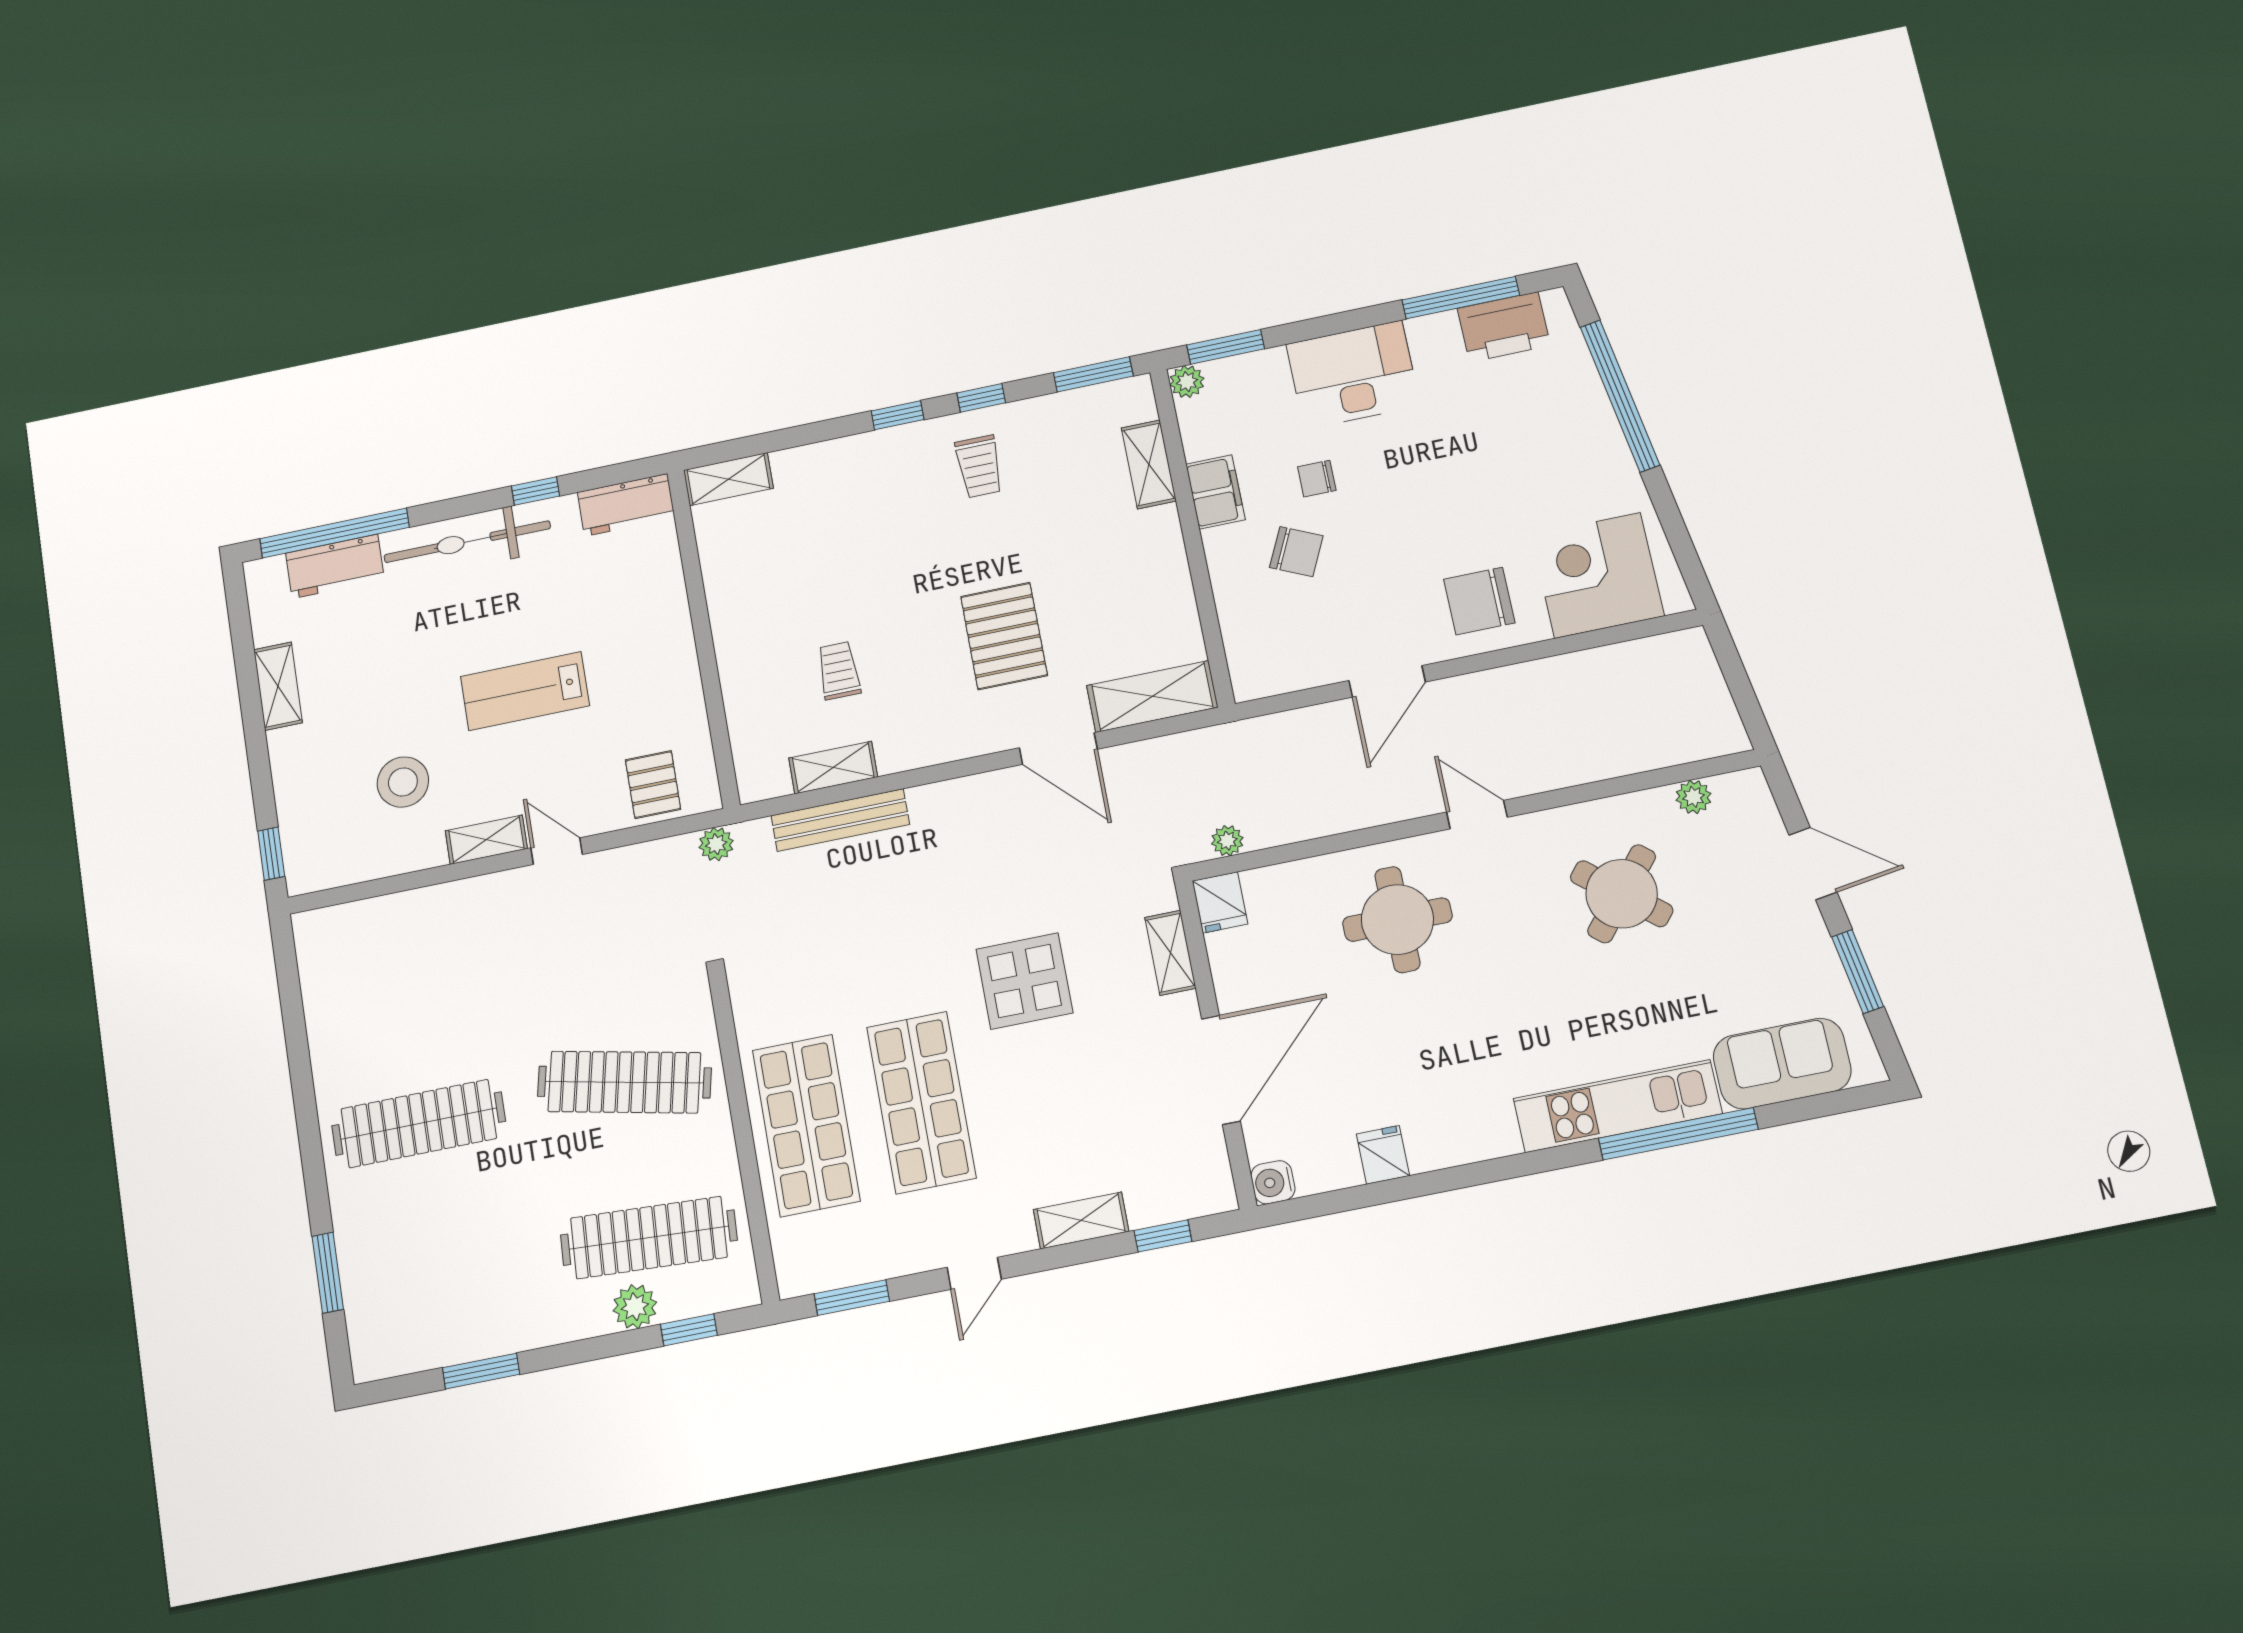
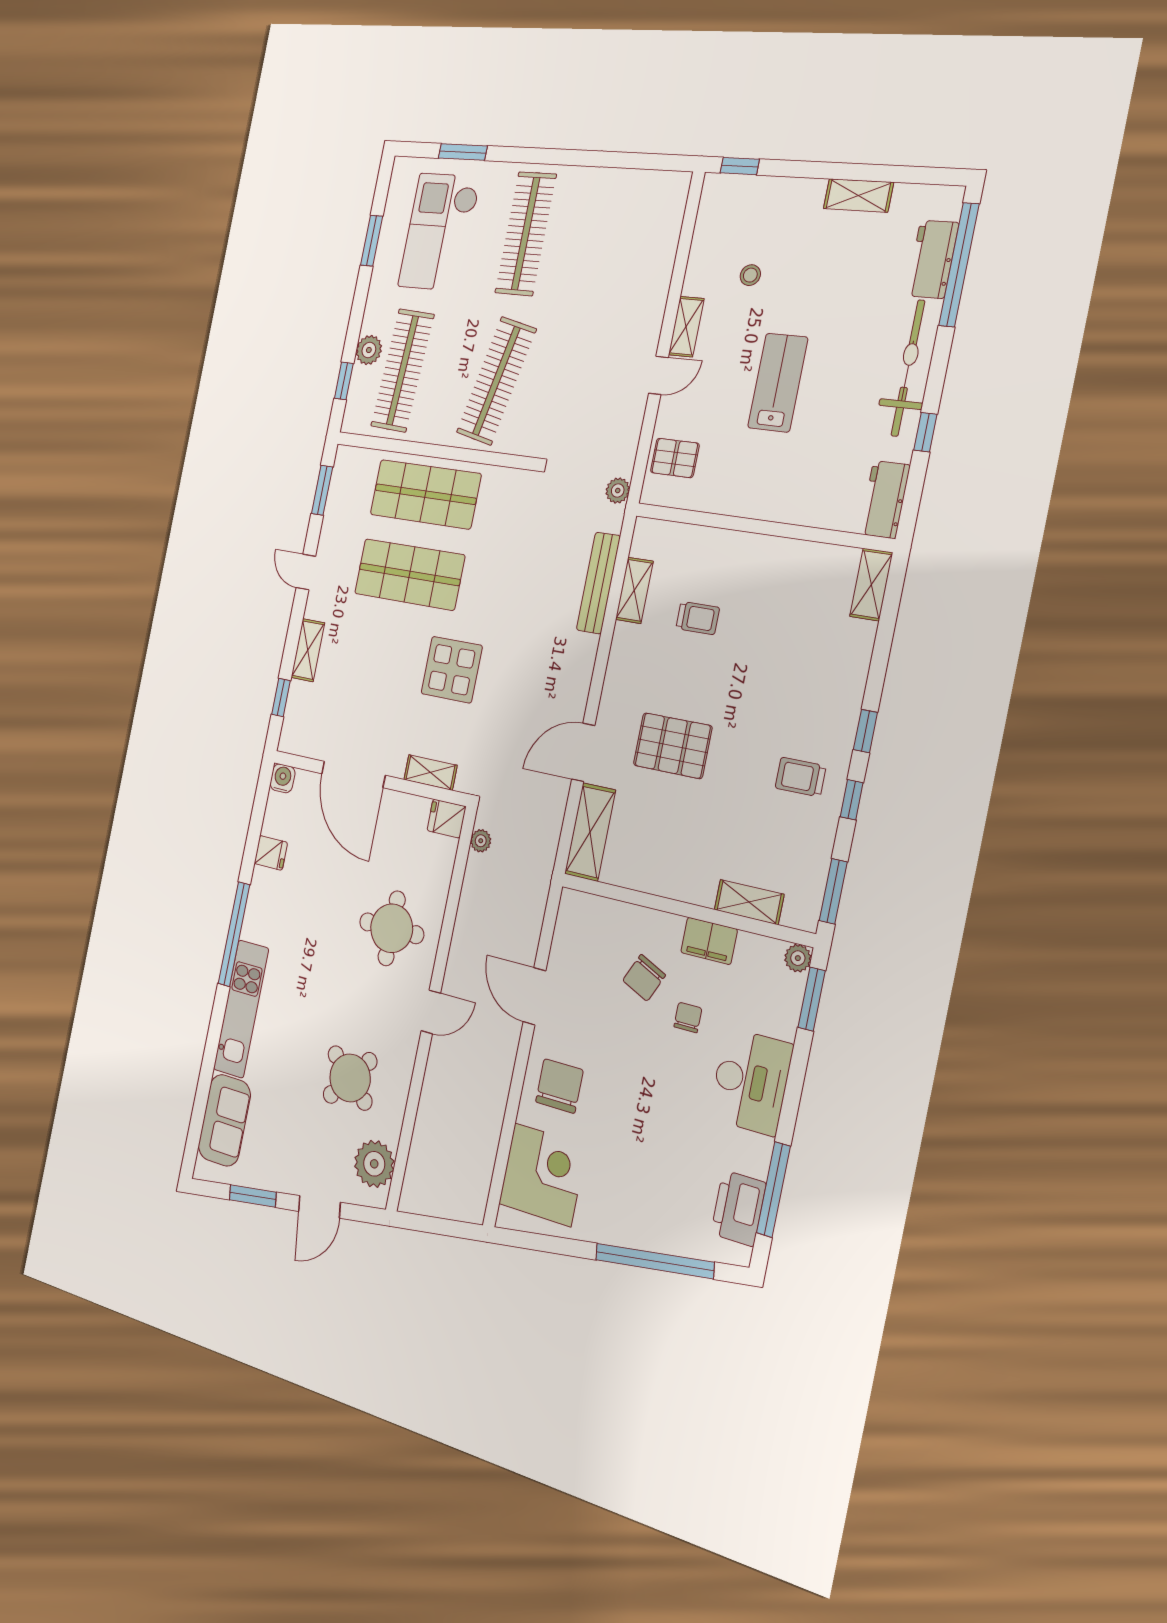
stool: (403, 782) -> (750, 275), width x0.53, depth x0.53
plant: (1694, 797) -> (374, 1164), width x1.88, depth x1.88
window: (1678, 1134) -> (234, 934), moved
checkout: (445, 1262) -> (439, 232), added

